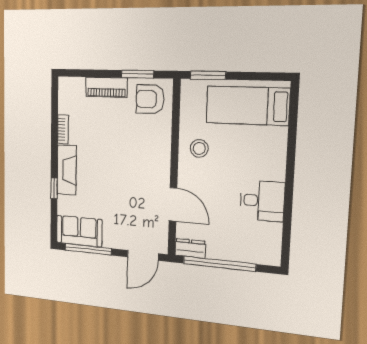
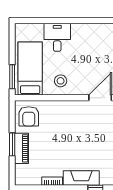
window: (137, 74) -> (12, 144), moved
bed: (248, 106) -> (30, 69), moved, turned 180
desk: (262, 201) -> (57, 37), moved

